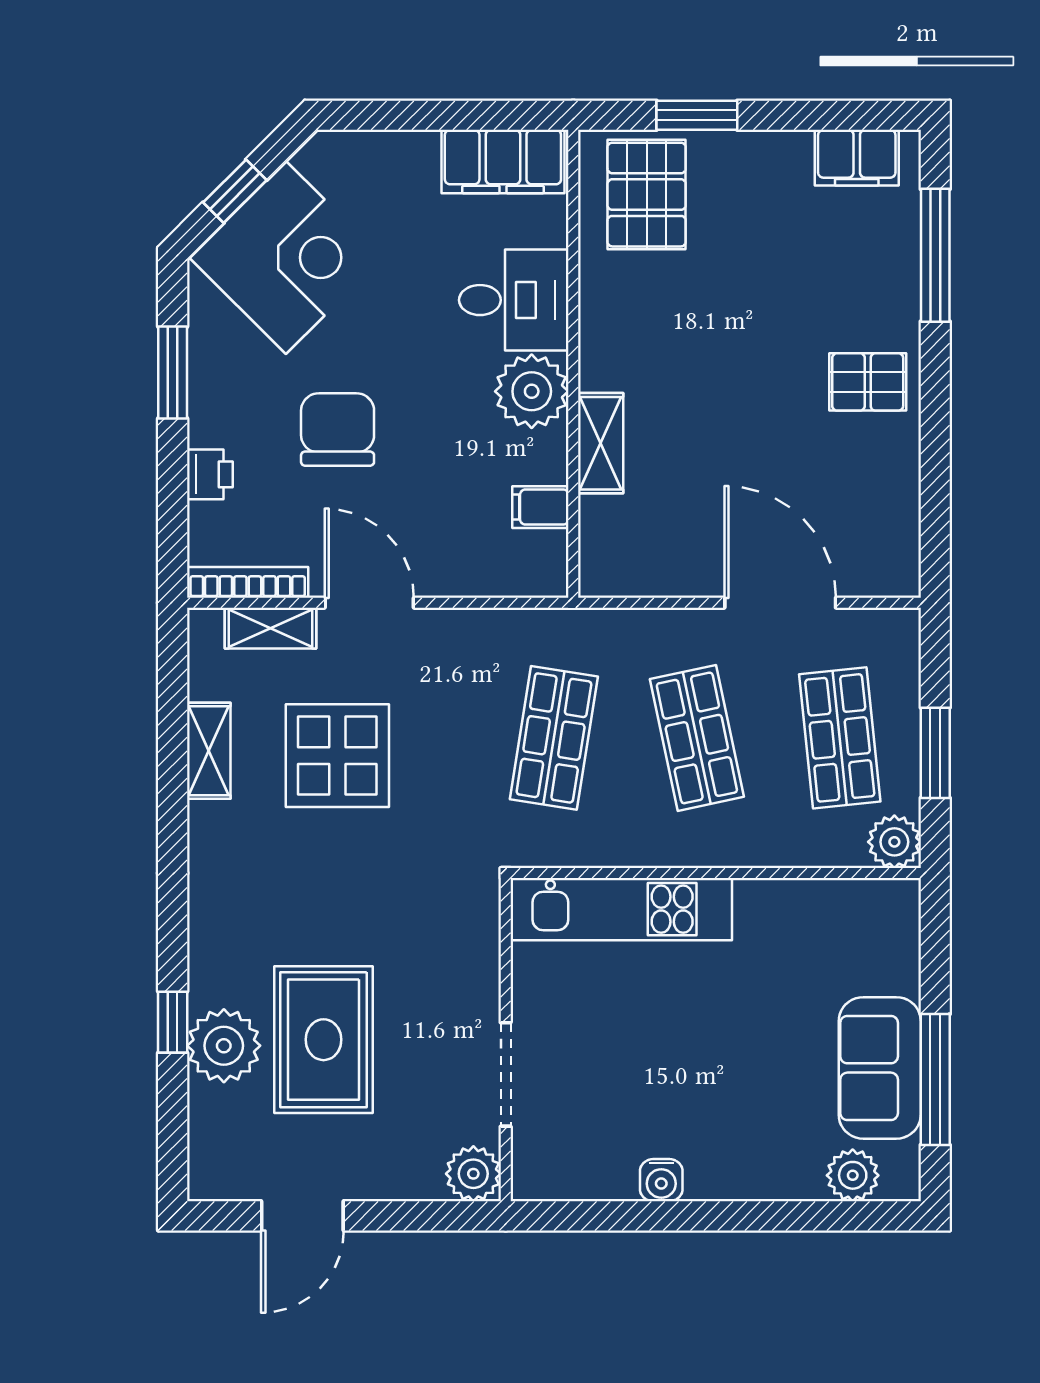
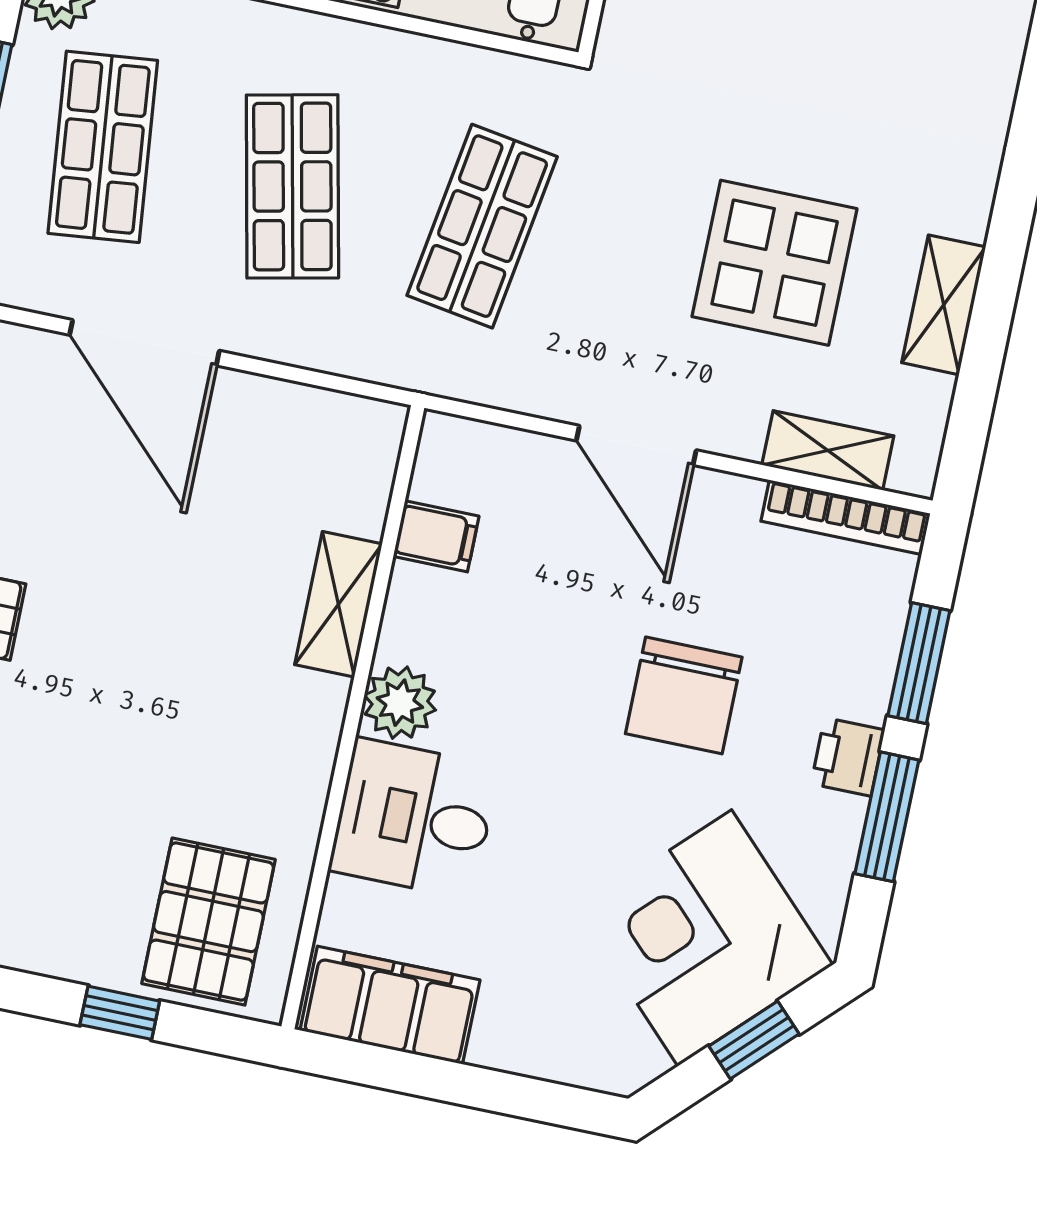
window: (697, 115) -> (120, 1013), width x0.67
plant: (532, 391) -> (400, 703), width x0.73, depth x0.73
printer: (210, 474) -> (848, 757), moved
window: (173, 488) -> (919, 663), added
door: (369, 603) -> (636, 445), moved

